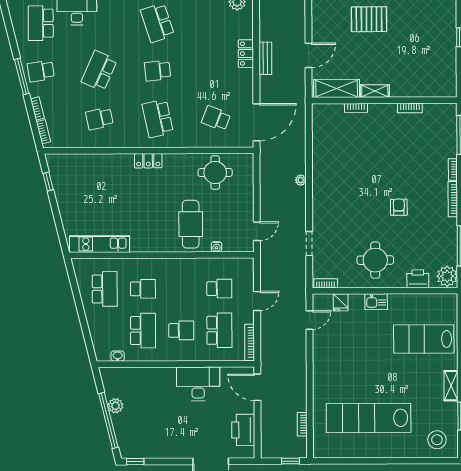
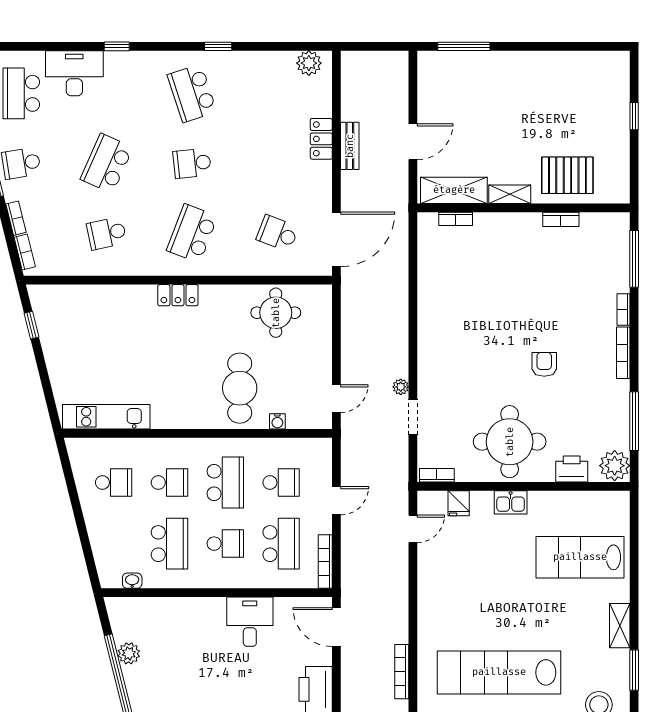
pallet: (369, 19) -> (567, 175), moved
bookcase: (356, 108) -> (456, 219), moved
school desk: (158, 118) -> (192, 233), turned 33
plant: (301, 180) -> (401, 387), moved
round table: (375, 260) -> (510, 442), width x1.36, depth x1.36
school desk: (105, 289) -> (114, 483), width x0.54
school desk: (181, 289) -> (225, 483), added
desk: (198, 384) -> (250, 622), width x0.73
bookcase: (302, 424) -> (402, 672), width x1.56

